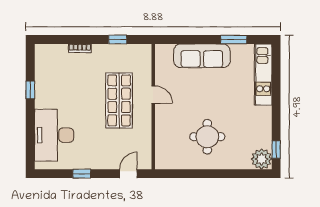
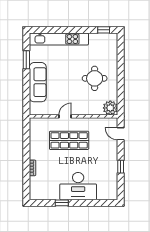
window: (118, 40) -> (26, 141), removed
kitchen unit: (263, 75) -> (59, 39), width x1.36
desk: (54, 135) -> (78, 186), moved
plant: (262, 159) -> (110, 108), moved

